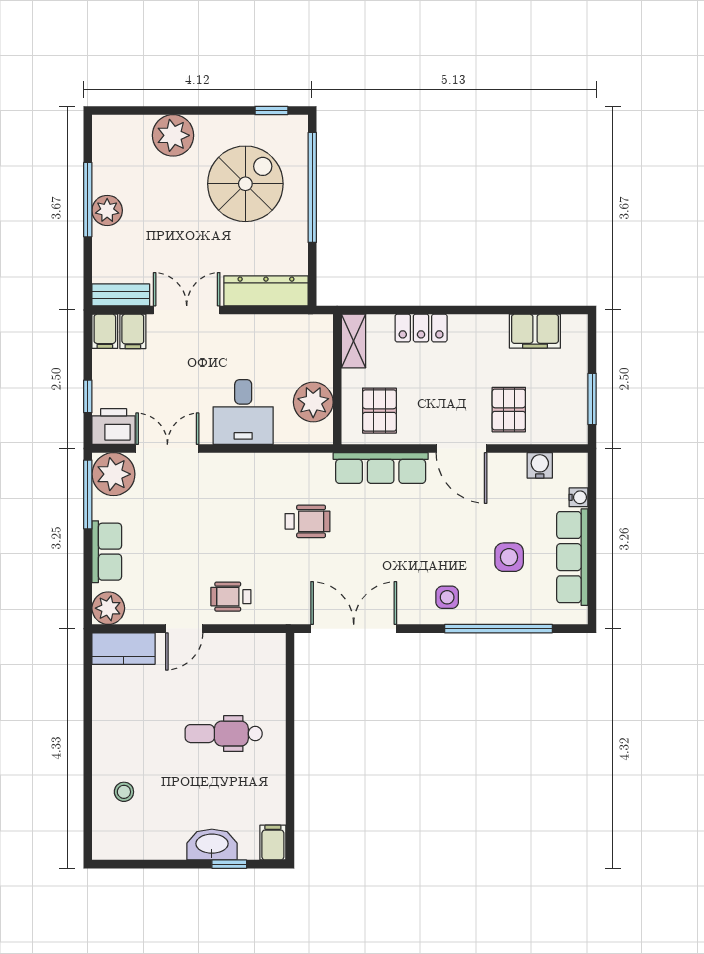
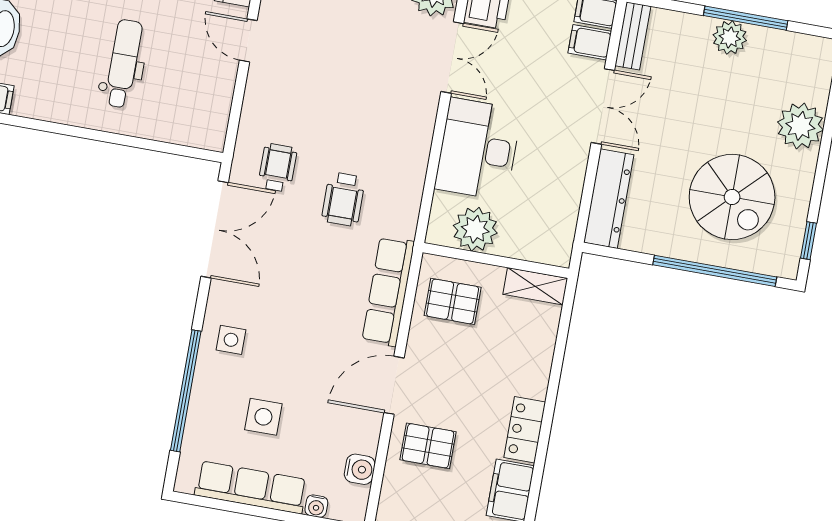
locker: (421, 328) -> (525, 430), moved
desk: (243, 412) -> (478, 149), width x1.37
wheelchair: (231, 597) -> (278, 168), moved

